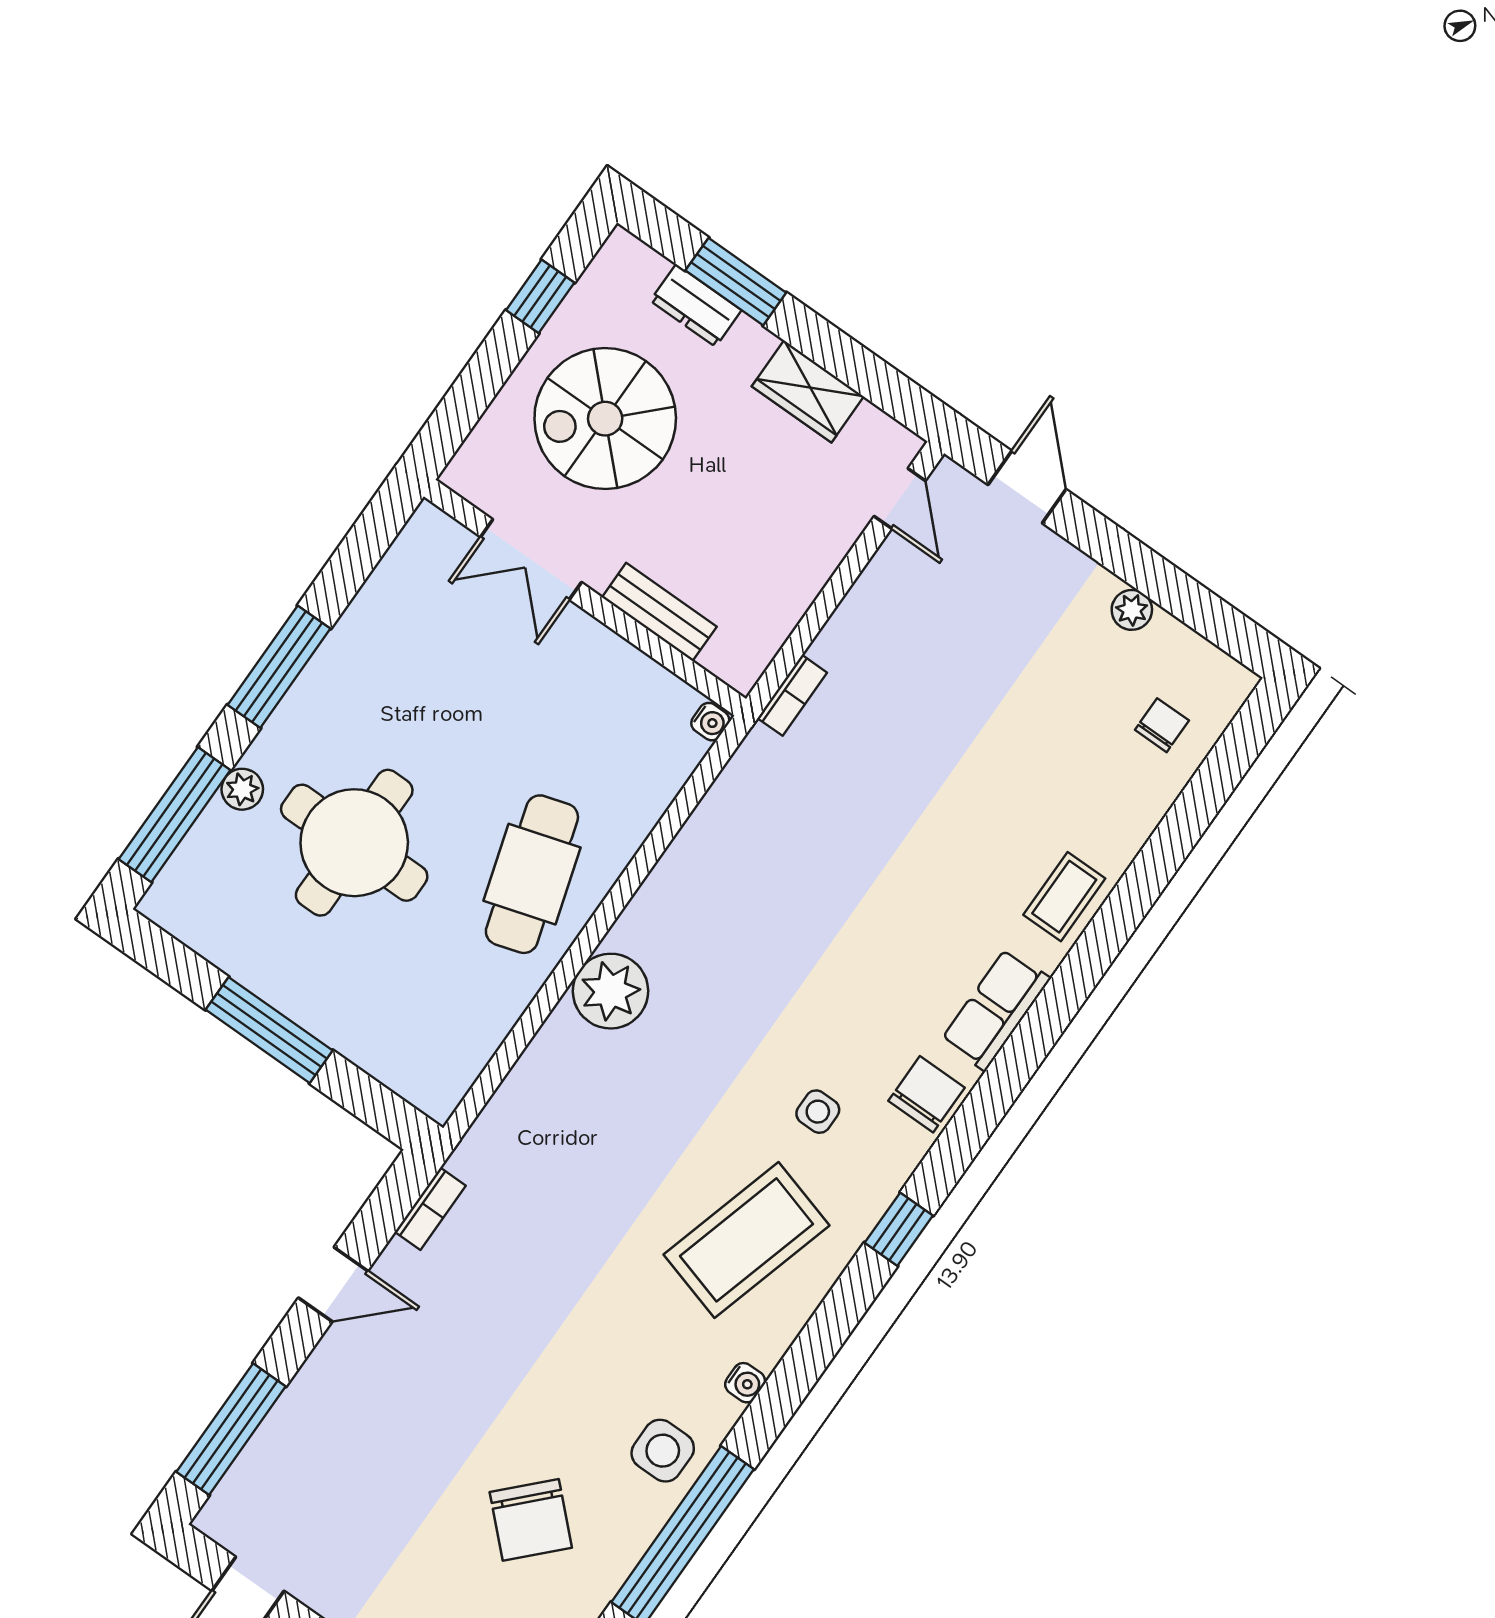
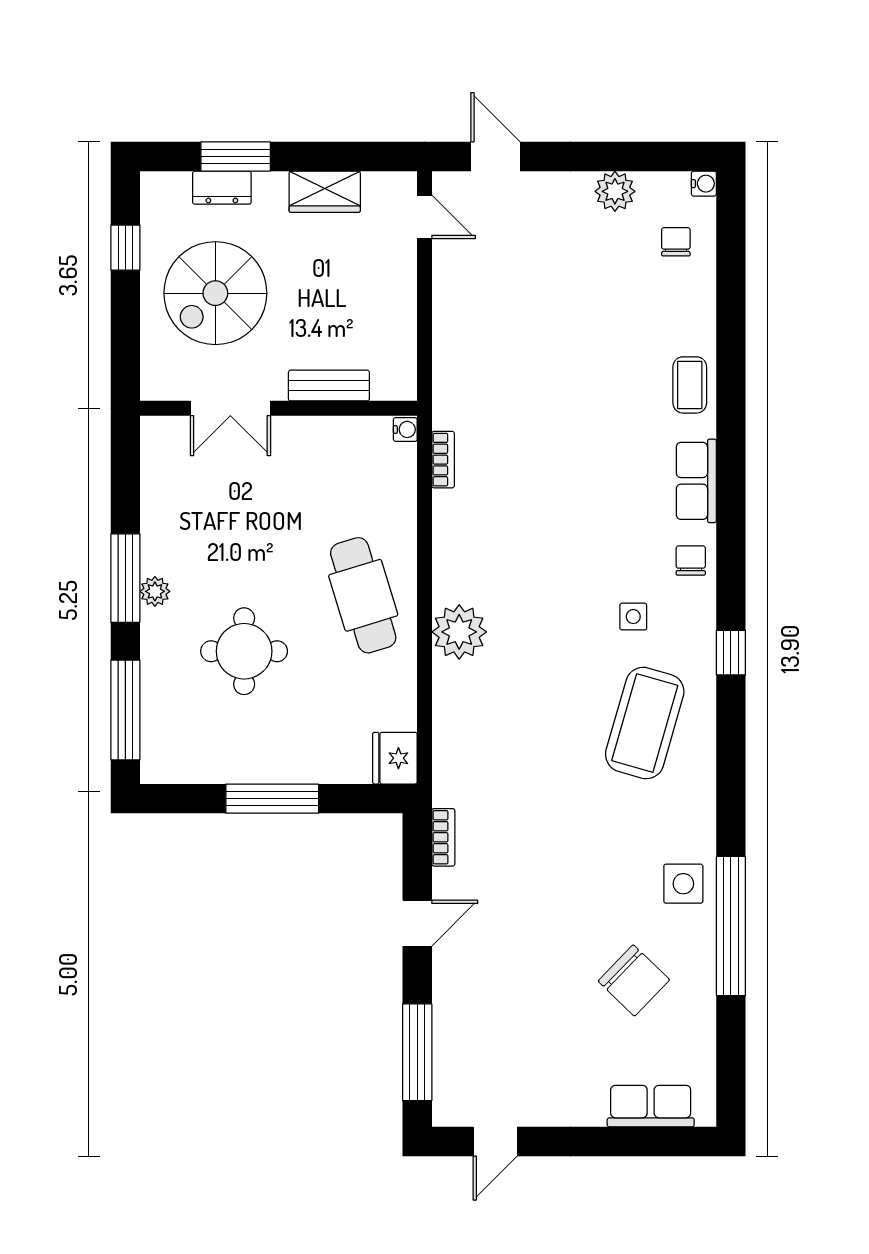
plant: (1132, 610) -> (615, 191), width x1.38, depth x1.38
bookcase: (792, 695) -> (443, 460), moved
plant: (242, 789) -> (155, 591), moved
round table: (354, 843) -> (244, 651), width x0.73, depth x0.73
fridge: (439, 1082) -> (395, 758), added
chair: (927, 1094) -> (691, 561), width x0.73, depth x0.73
water cooler: (745, 1383) -> (704, 184), moved

